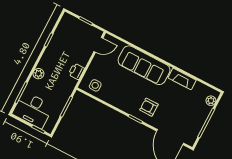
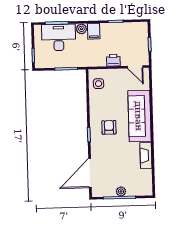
filing cabinet: (47, 64) -> (94, 31), added
printer: (76, 71) -> (113, 60), moved
plant: (211, 101) -> (121, 191), moved
armchair: (149, 107) -> (109, 127), moved
desk: (33, 110) -> (59, 37), moved, turned 90

